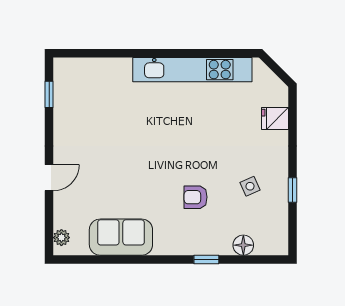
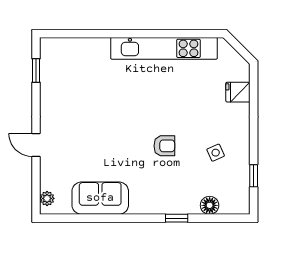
door: (49, 178) -> (36, 145), swing flipped
window: (293, 190) -> (254, 176), moved
armchair: (196, 197) -> (164, 146), moved, turned 180

